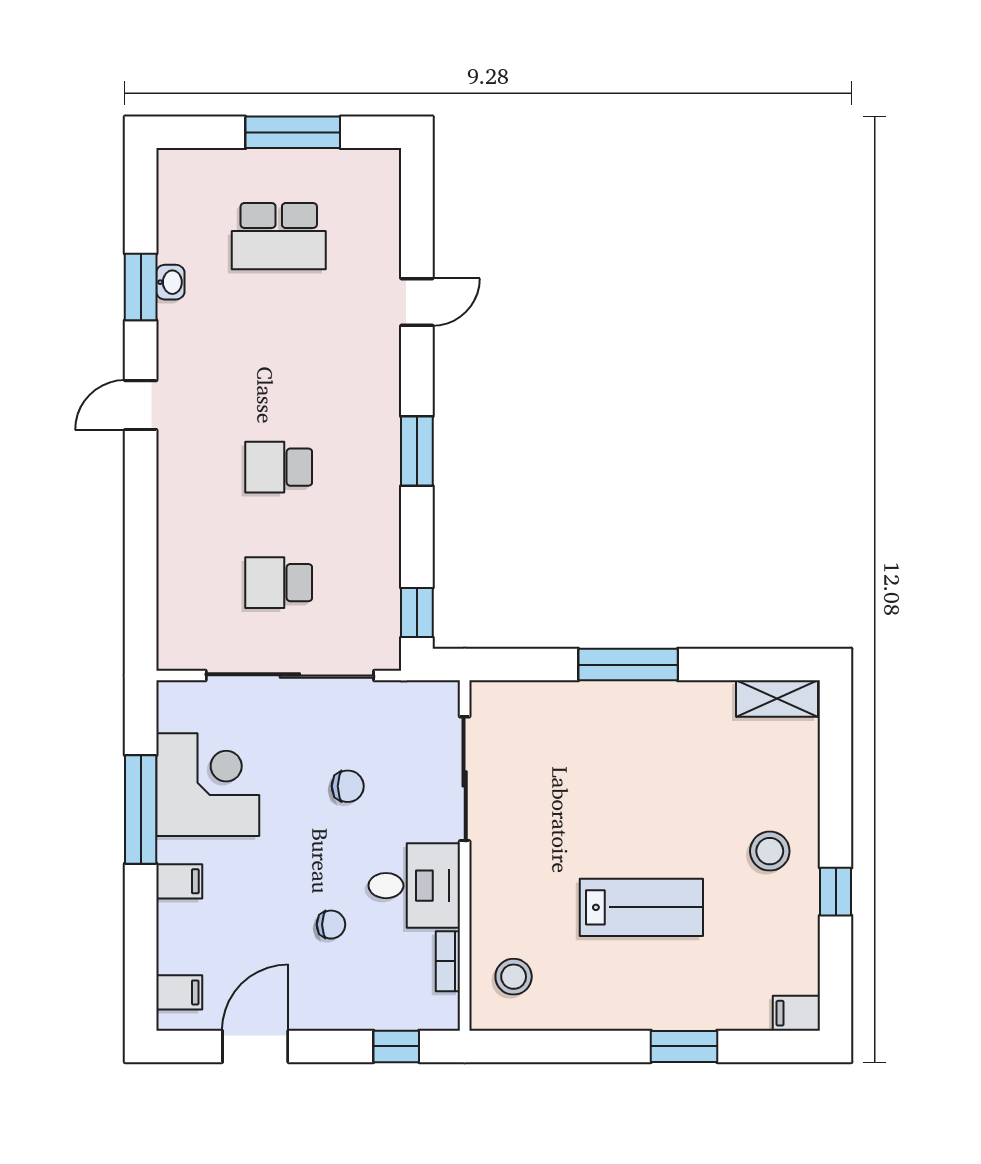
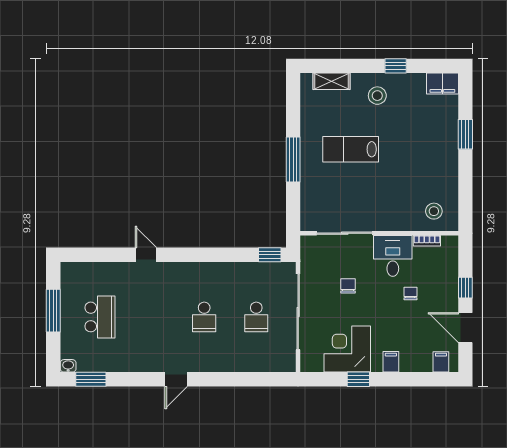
washbasin: (170, 282) -> (68, 366), moved
window: (141, 287) -> (91, 379), moved
door: (417, 302) -> (146, 255), moved
door: (141, 405) -> (176, 379), hinge flipped
window: (417, 451) -> (197, 255), removed
shelving: (777, 699) -> (331, 81), moved, turned 90
window: (141, 809) -> (358, 379), width x0.46
lab bench: (641, 907) -> (351, 149), moved, turned -90
filing cabinet: (796, 1013) -> (442, 84), width x2.00
window: (396, 1046) -> (465, 288), moved

